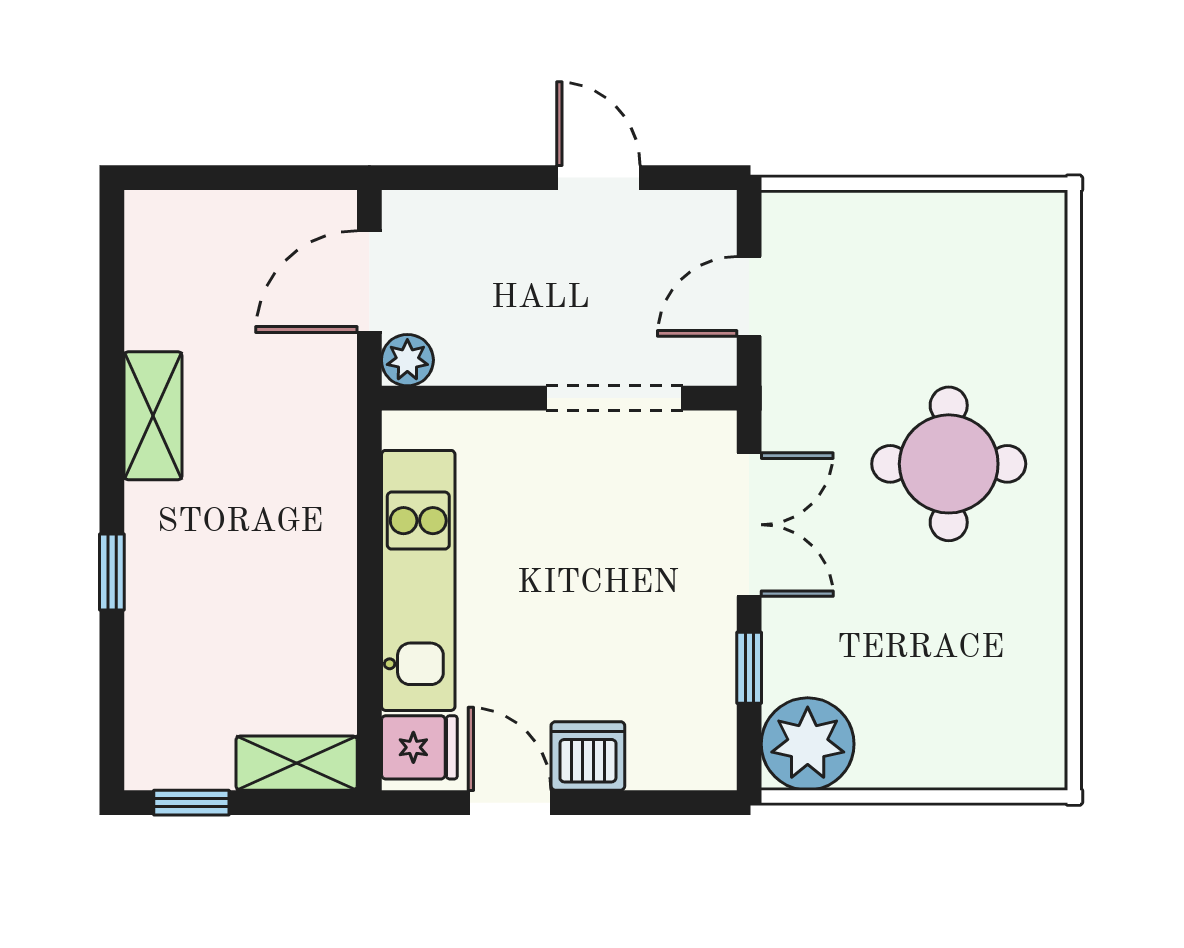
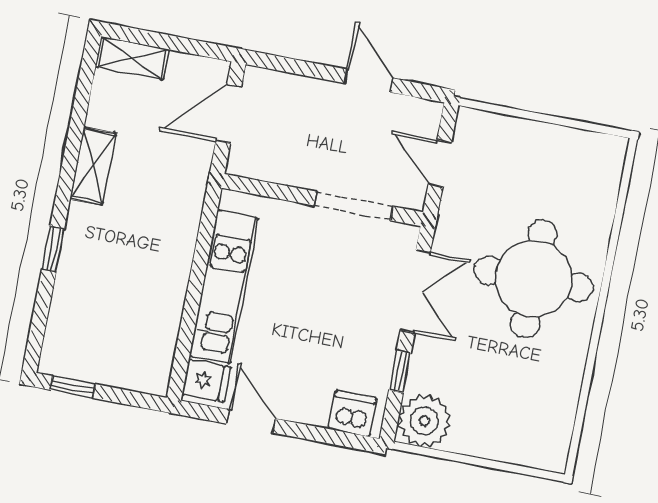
door: (749, 296) -> (440, 163), hinge flipped
plant: (407, 360) -> (241, 162), removed
round table: (949, 464) -> (534, 279), width x1.36, depth x1.36
dishwasher: (588, 756) -> (352, 414), moved
shelving: (297, 763) -> (132, 58), moved

